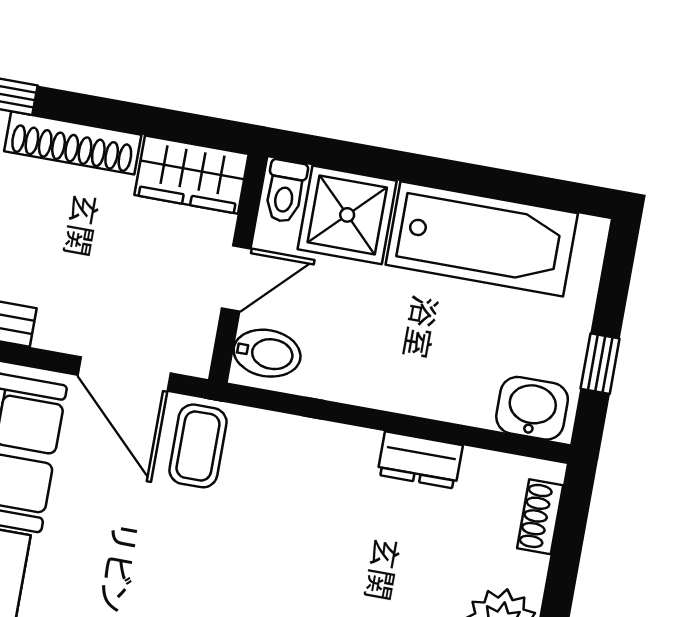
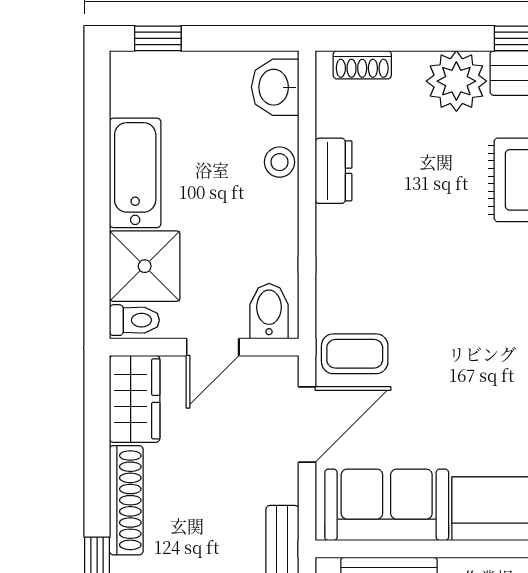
bathtub: (482, 239) -> (135, 173), width x0.73, depth x0.73
door: (236, 278) -> (213, 347), swing flipped
window: (600, 364) -> (158, 38), moved
stool: (442, 398) -> (279, 162), added

